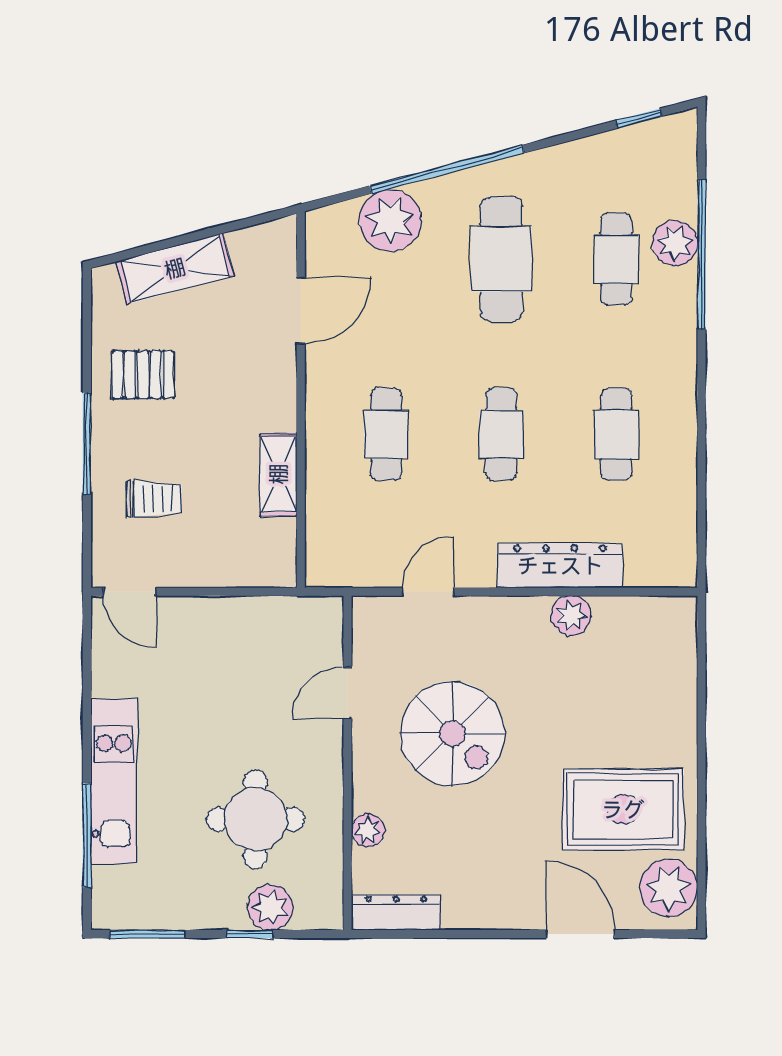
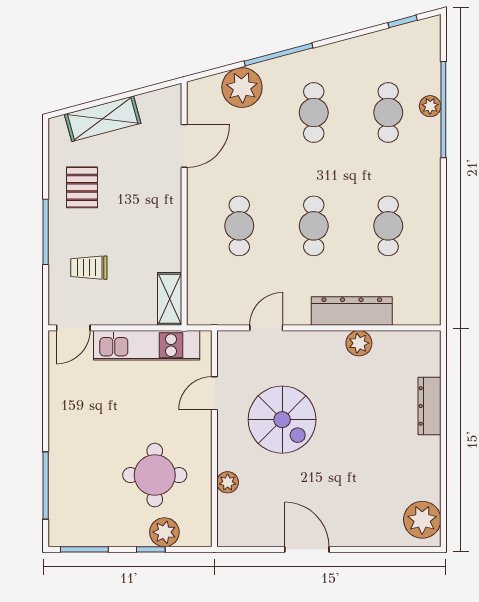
window: (447, 169) -> (278, 55), width x0.68
plant: (675, 243) -> (430, 106), width x0.73, depth x0.73
cafe table: (501, 259) -> (314, 113), width x0.73, depth x0.74
pallet: (143, 375) -> (82, 187), turned 90
shelving: (279, 474) -> (170, 299), moved
trolley: (154, 499) -> (89, 268), turned 180
door: (130, 592) -> (73, 328), hinge flipped
kitchen unit: (114, 781) -> (147, 345), moved, turned 90
rug: (623, 810) -> (393, 469), removed
dresser: (396, 913) -> (430, 406), moved, turned -90
door: (581, 934) -> (307, 549), moved

